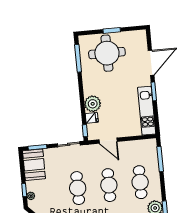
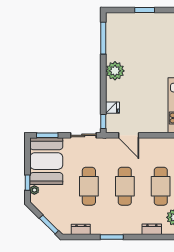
round table: (107, 53) -> (137, 35), removed
plant: (93, 104) -> (115, 71), moved
booth: (34, 165) -> (46, 161), width x1.36, depth x1.42

